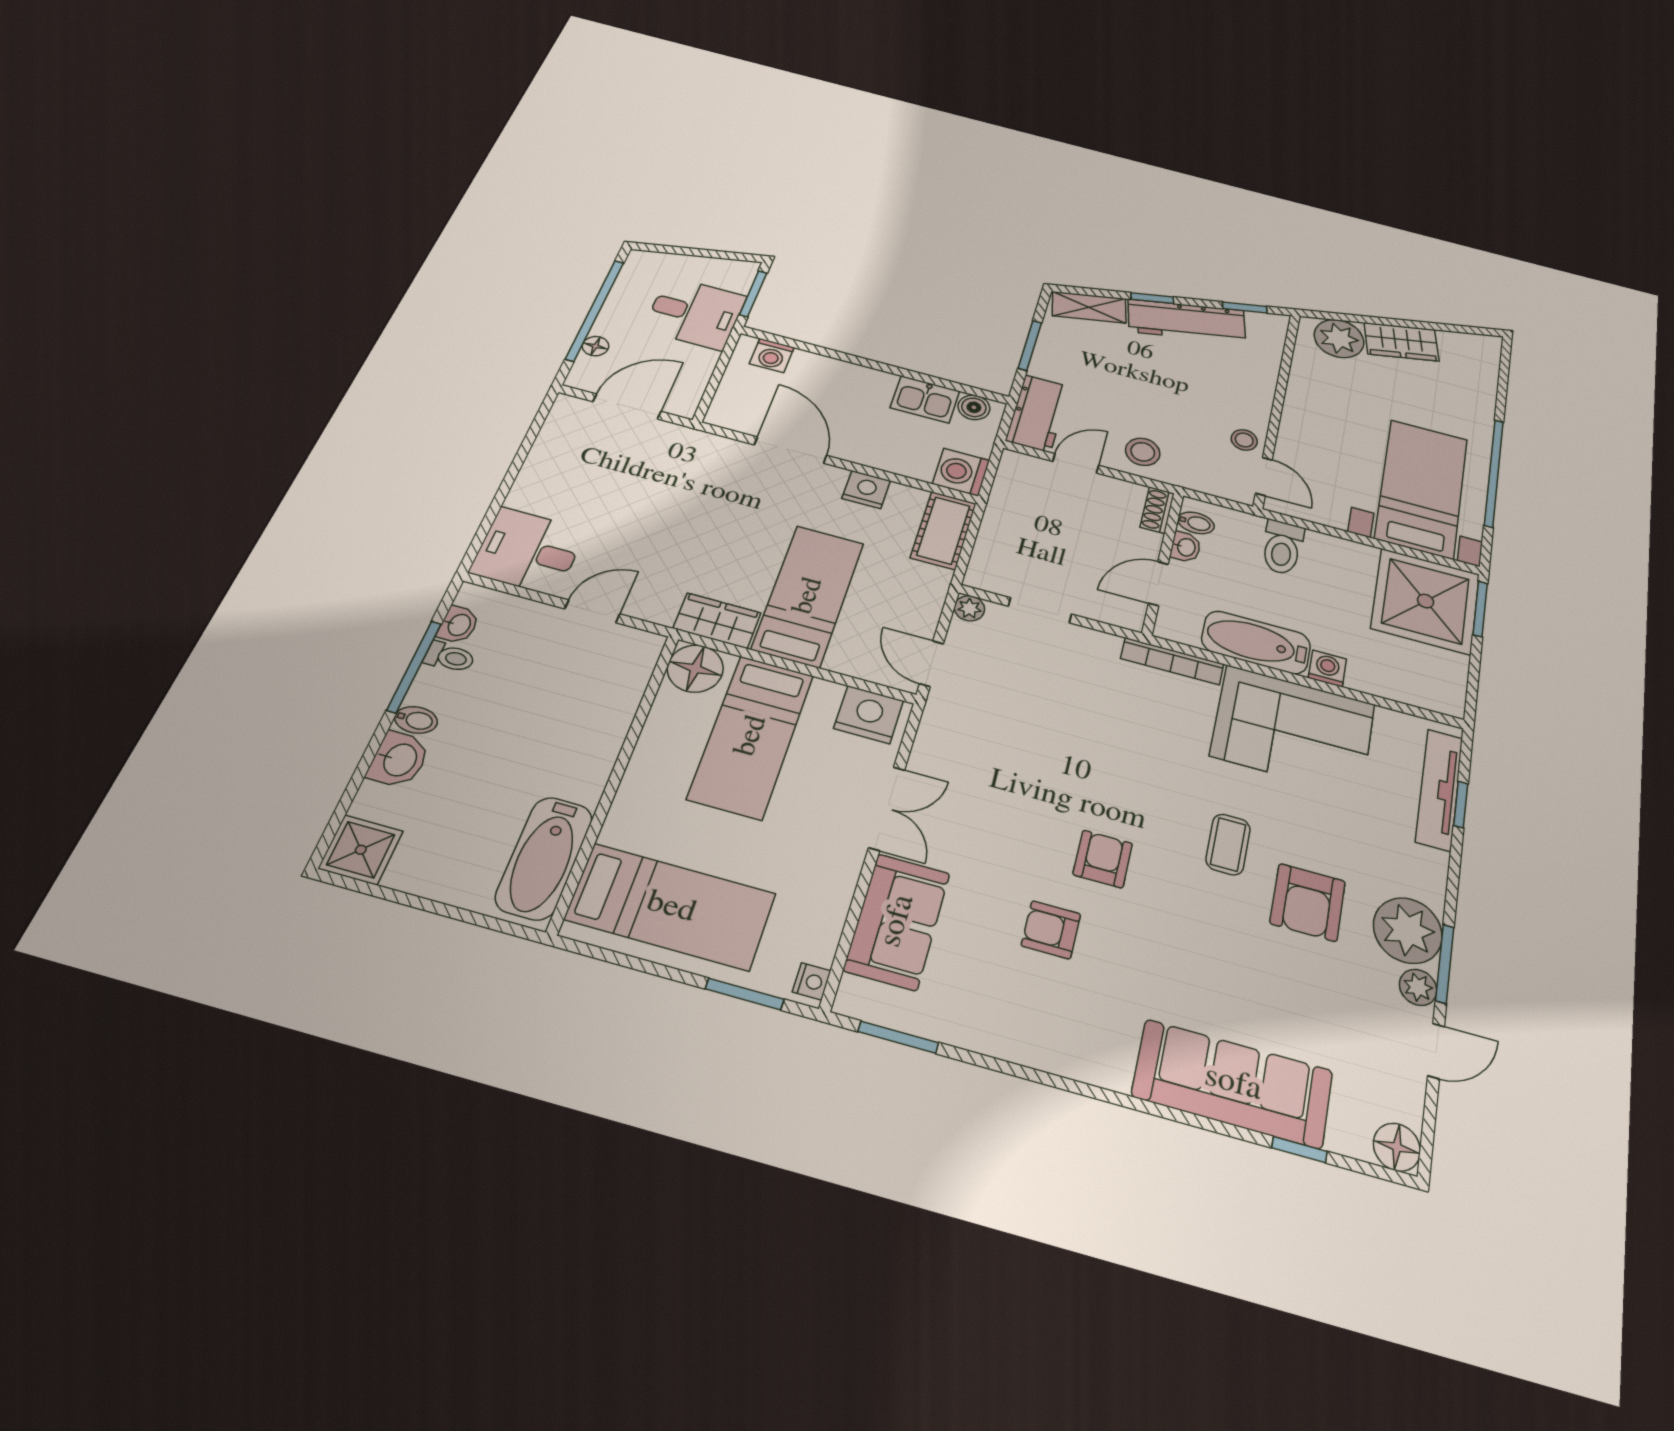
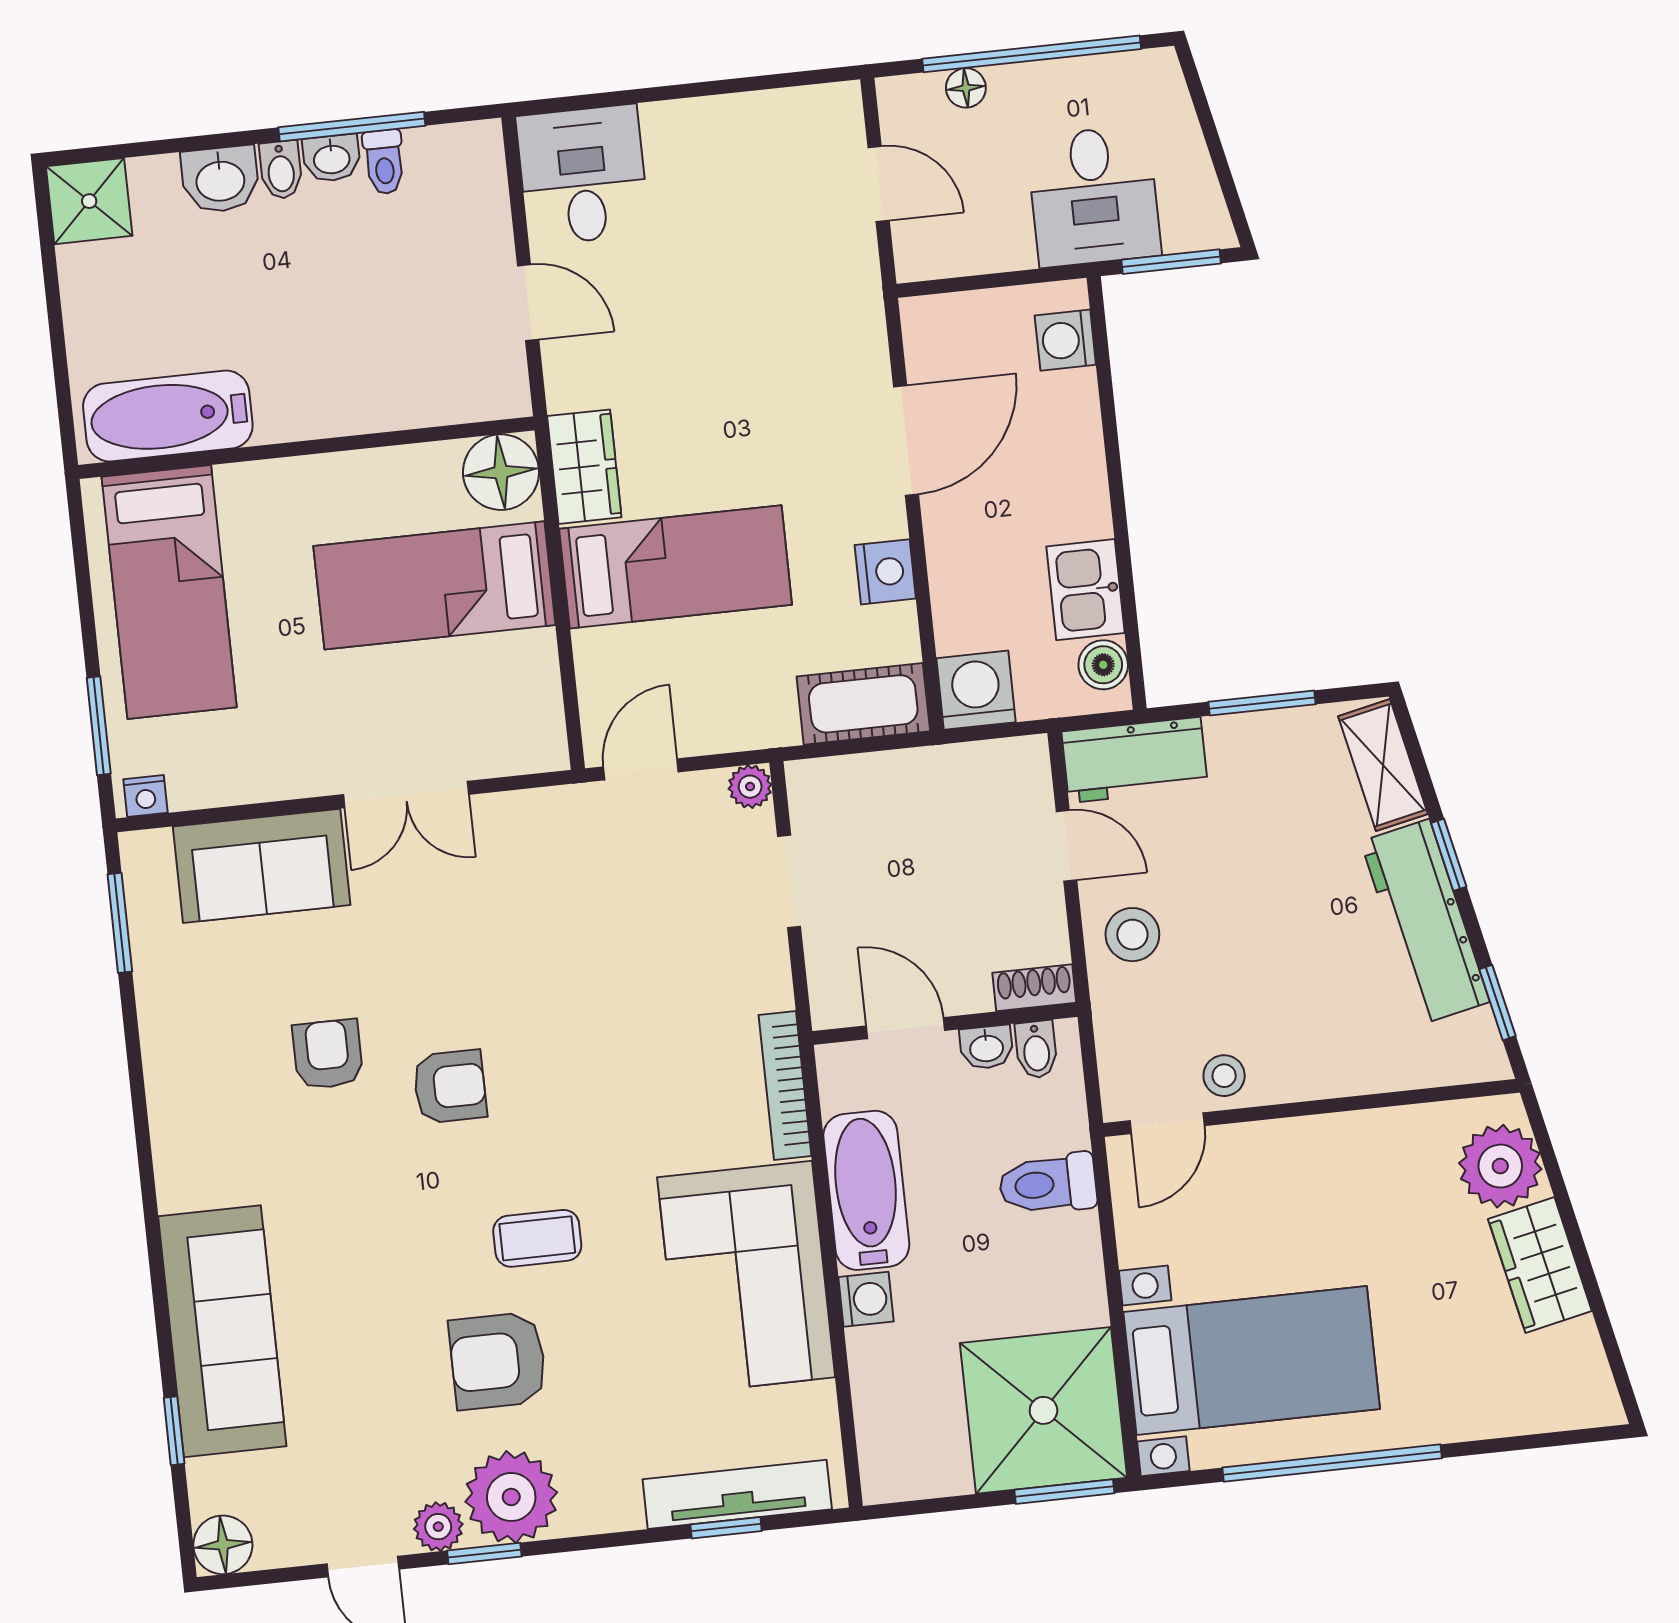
door: (627, 406) -> (879, 184), width x0.73
washbasin: (458, 625) -> (332, 158), moved
nightstand: (869, 715) -> (529, 719), removed
window: (1445, 964) -> (484, 1554), width x0.67

